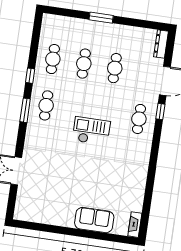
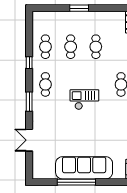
window: (25, 110) -> (29, 102), moved
sofa: (94, 220) -> (84, 168), width x1.85, depth x1.27
window: (67, 231) -> (76, 182), added

